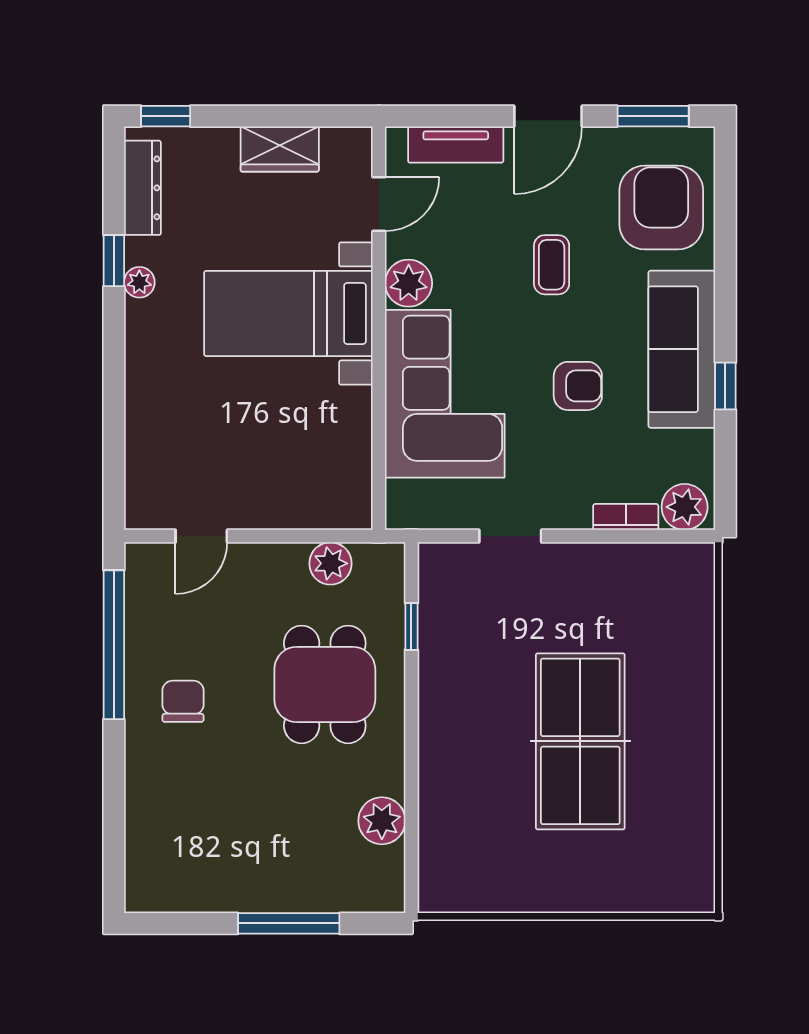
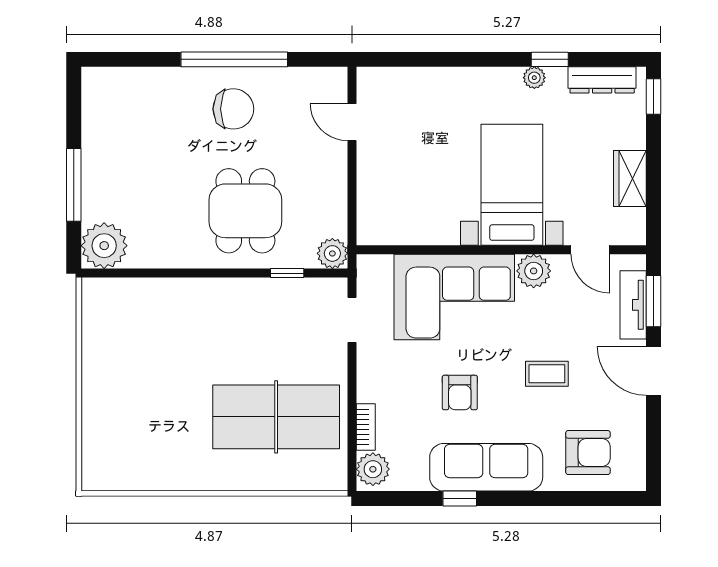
window: (653, 116) -> (654, 301), moved
armchair: (661, 208) -> (588, 453), width x0.73, depth x0.73
doorway: (510, 536) -> (352, 320), moved
plant: (330, 563) -> (332, 253), moved
window: (114, 645) -> (234, 59), moved
dining table: (325, 684) -> (245, 211), turned 90
chair: (183, 701) -> (233, 109), width x1.37, depth x1.37
table tennis table: (580, 741) -> (276, 417), moved
plant: (382, 821) -> (104, 246), moved, width x1.36, depth x1.36

